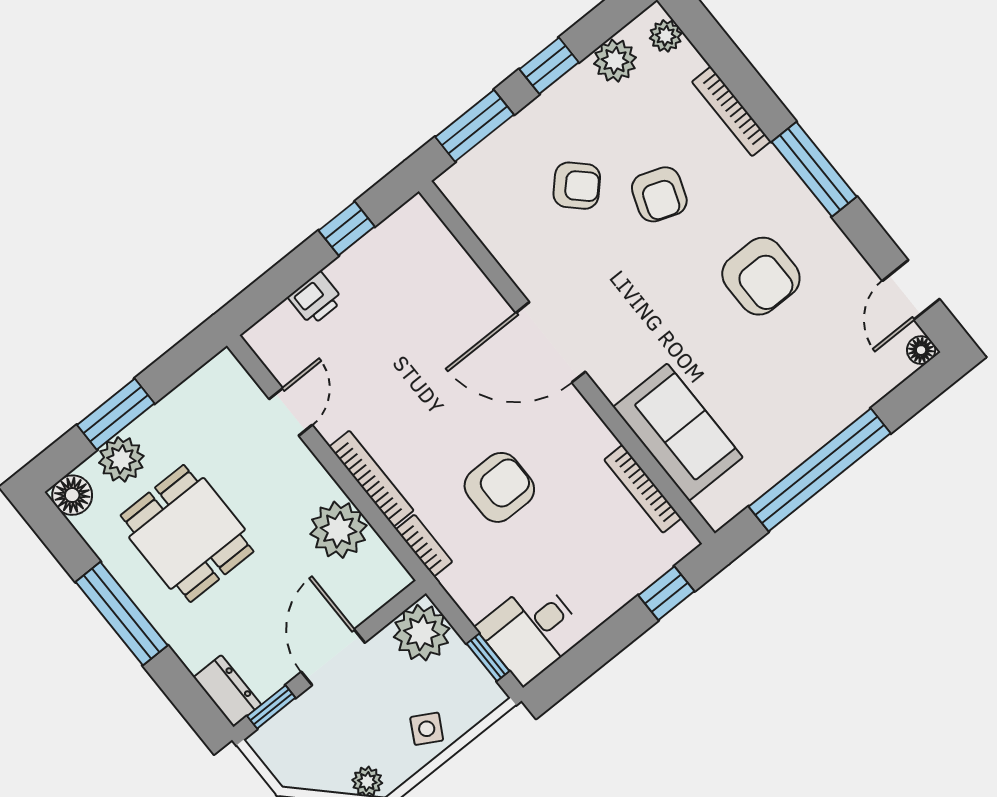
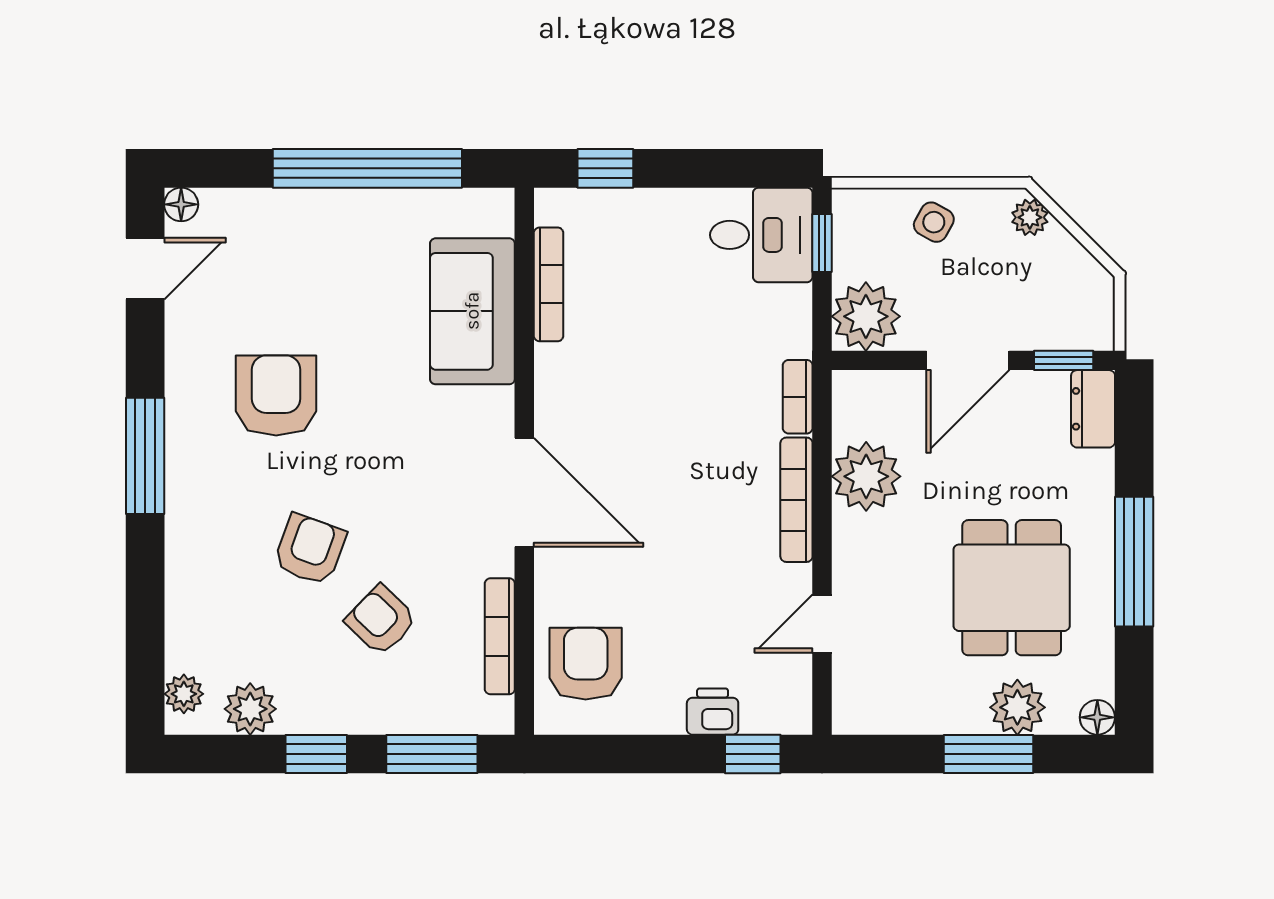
bookcase: (731, 111) -> (500, 636), moved, turned 180
window: (347, 229) -> (753, 754), moved
armchair: (499, 487) -> (586, 664), moved, turned 90
floor lamp: (72, 495) -> (1097, 717), width x0.73, depth x0.73

